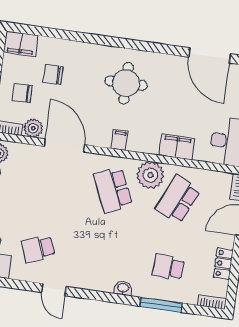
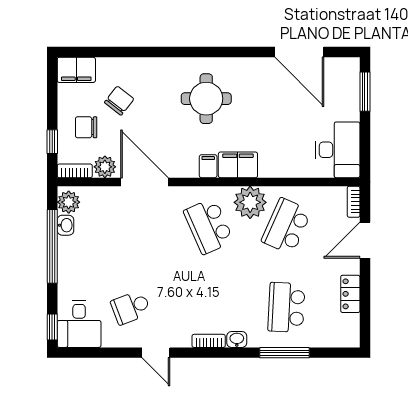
chair: (53, 75) -> (119, 101), turned 128
filing cabinet: (177, 147) -> (238, 165), moved
school desk: (168, 267) -> (286, 307), width x1.85
bookcase: (212, 302) -> (209, 341), moved

